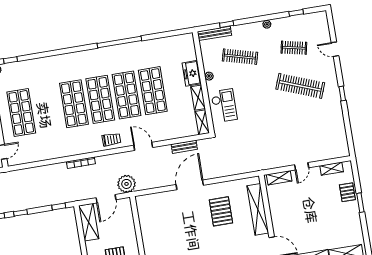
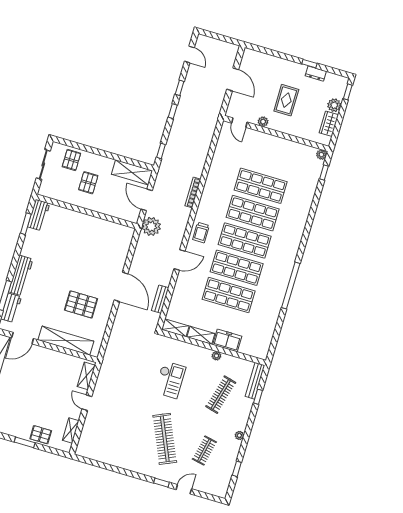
clothes rail: (300, 86) -> (165, 439), turned -45
window: (342, 94) -> (162, 483), moved
checkout: (224, 106) -> (170, 380), moved, turned -90
shop shelf: (21, 112) -> (261, 186), moved

